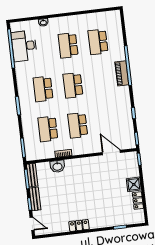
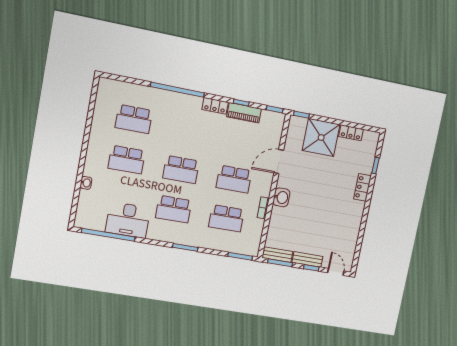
desk: (24, 46) -> (128, 220), moved
piano: (122, 73) -> (244, 113), moved
locker: (125, 95) -> (215, 106), added
door: (111, 152) -> (279, 161), moved
washbasin: (57, 166) -> (281, 197), moved
shower: (134, 184) -> (321, 138), width x1.86, depth x1.86
door: (32, 224) -> (336, 272), hinge flipped
locker: (79, 225) -> (362, 187), moved

